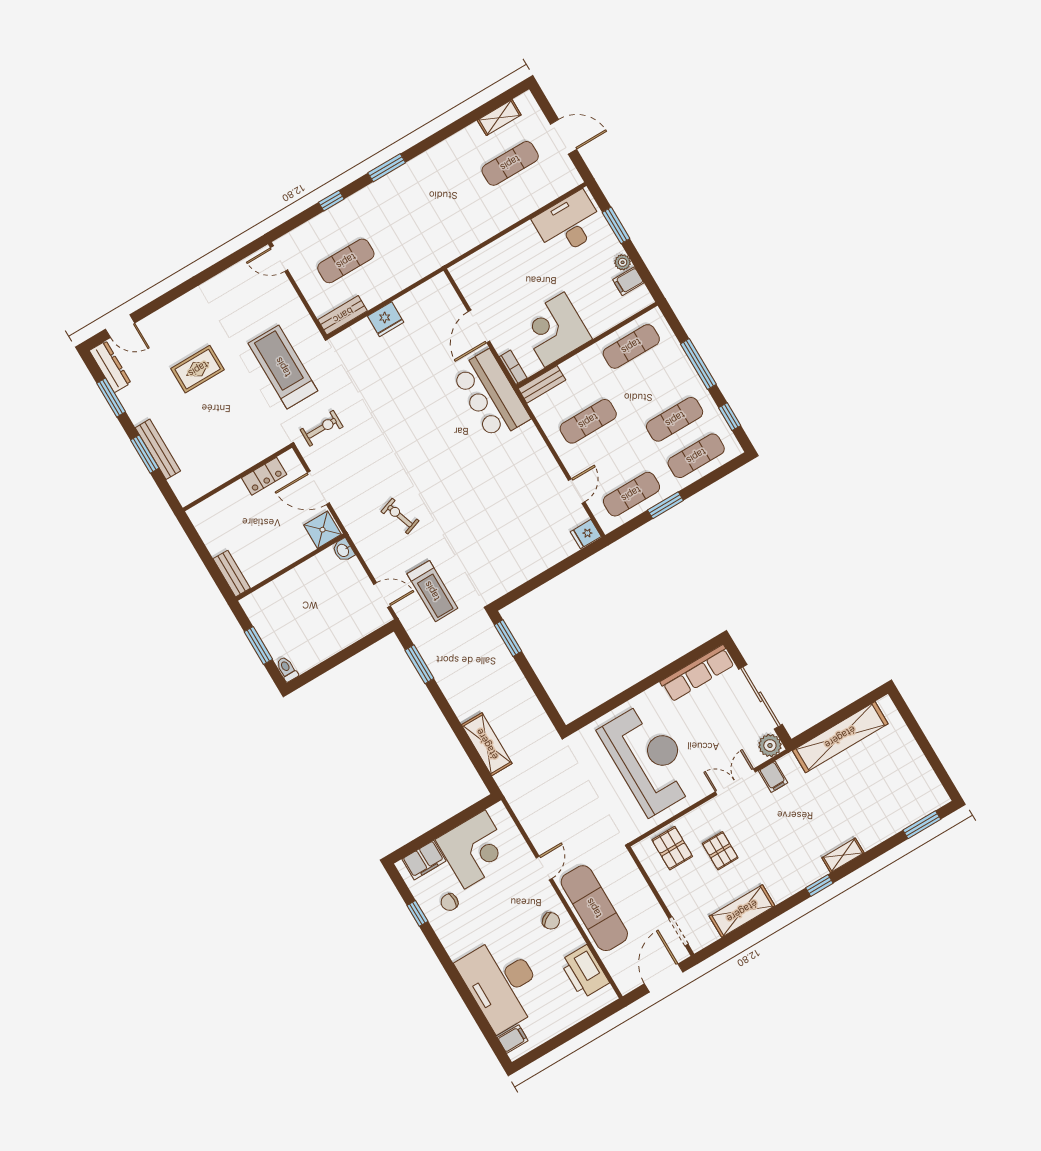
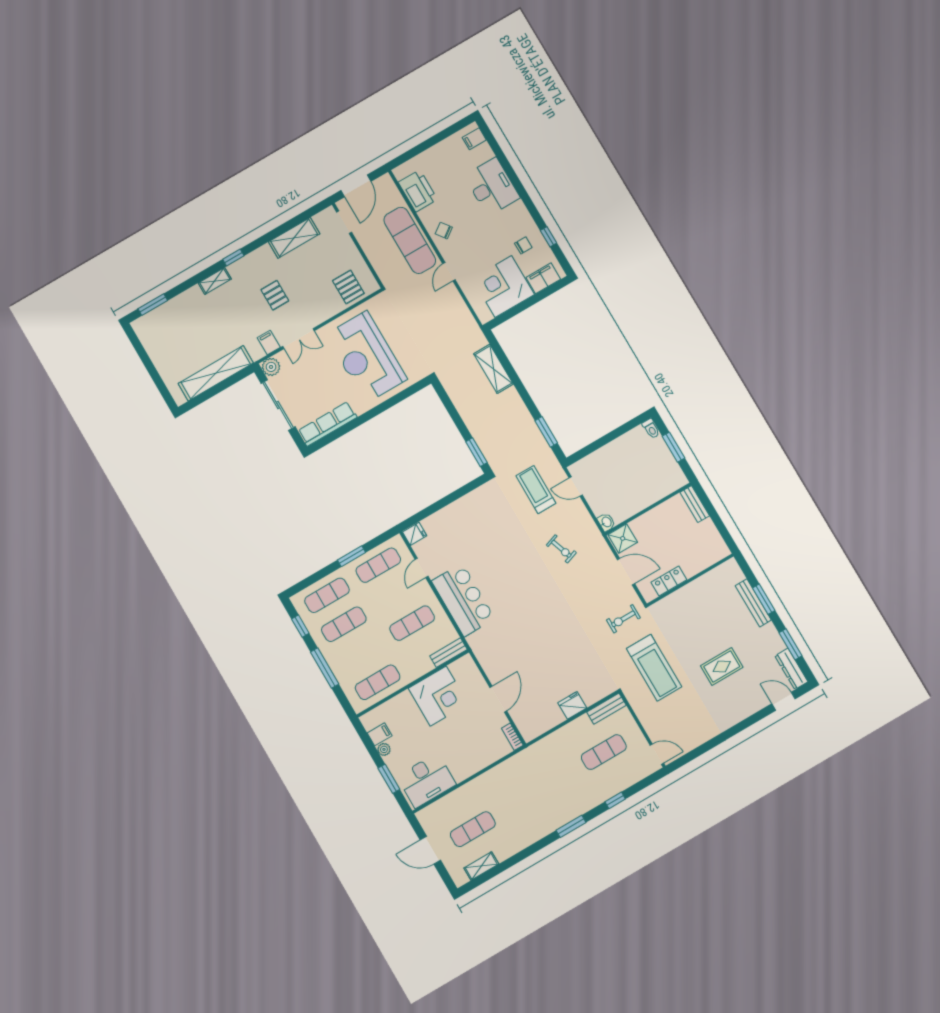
bookcase: (513, 367) -> (512, 737), moved
bar counter: (491, 395) -> (463, 600), moved
pallet: (720, 851) -> (275, 295), moved
desk: (502, 983) -> (492, 187), width x0.73, depth x0.77

